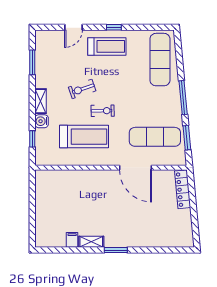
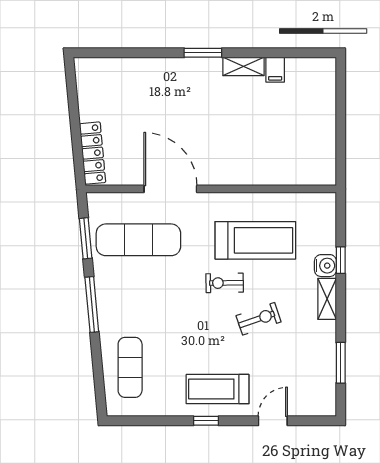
exercise mat: (160, 60) -> (130, 367), width x0.73, depth x0.69
treadmill: (84, 137) -> (255, 240), turned 180
window: (32, 139) -> (341, 260), moved

